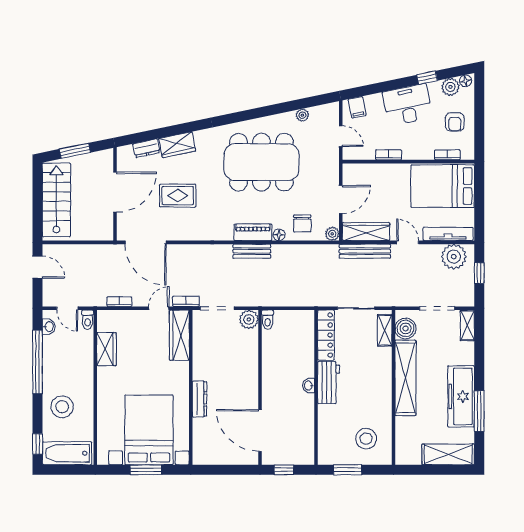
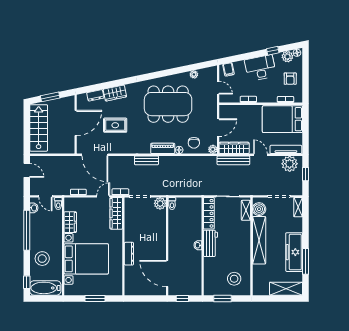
bench: (252, 251) -> (146, 160), moved
bed with nightstands: (149, 430) -> (86, 259), moved, turned 90

